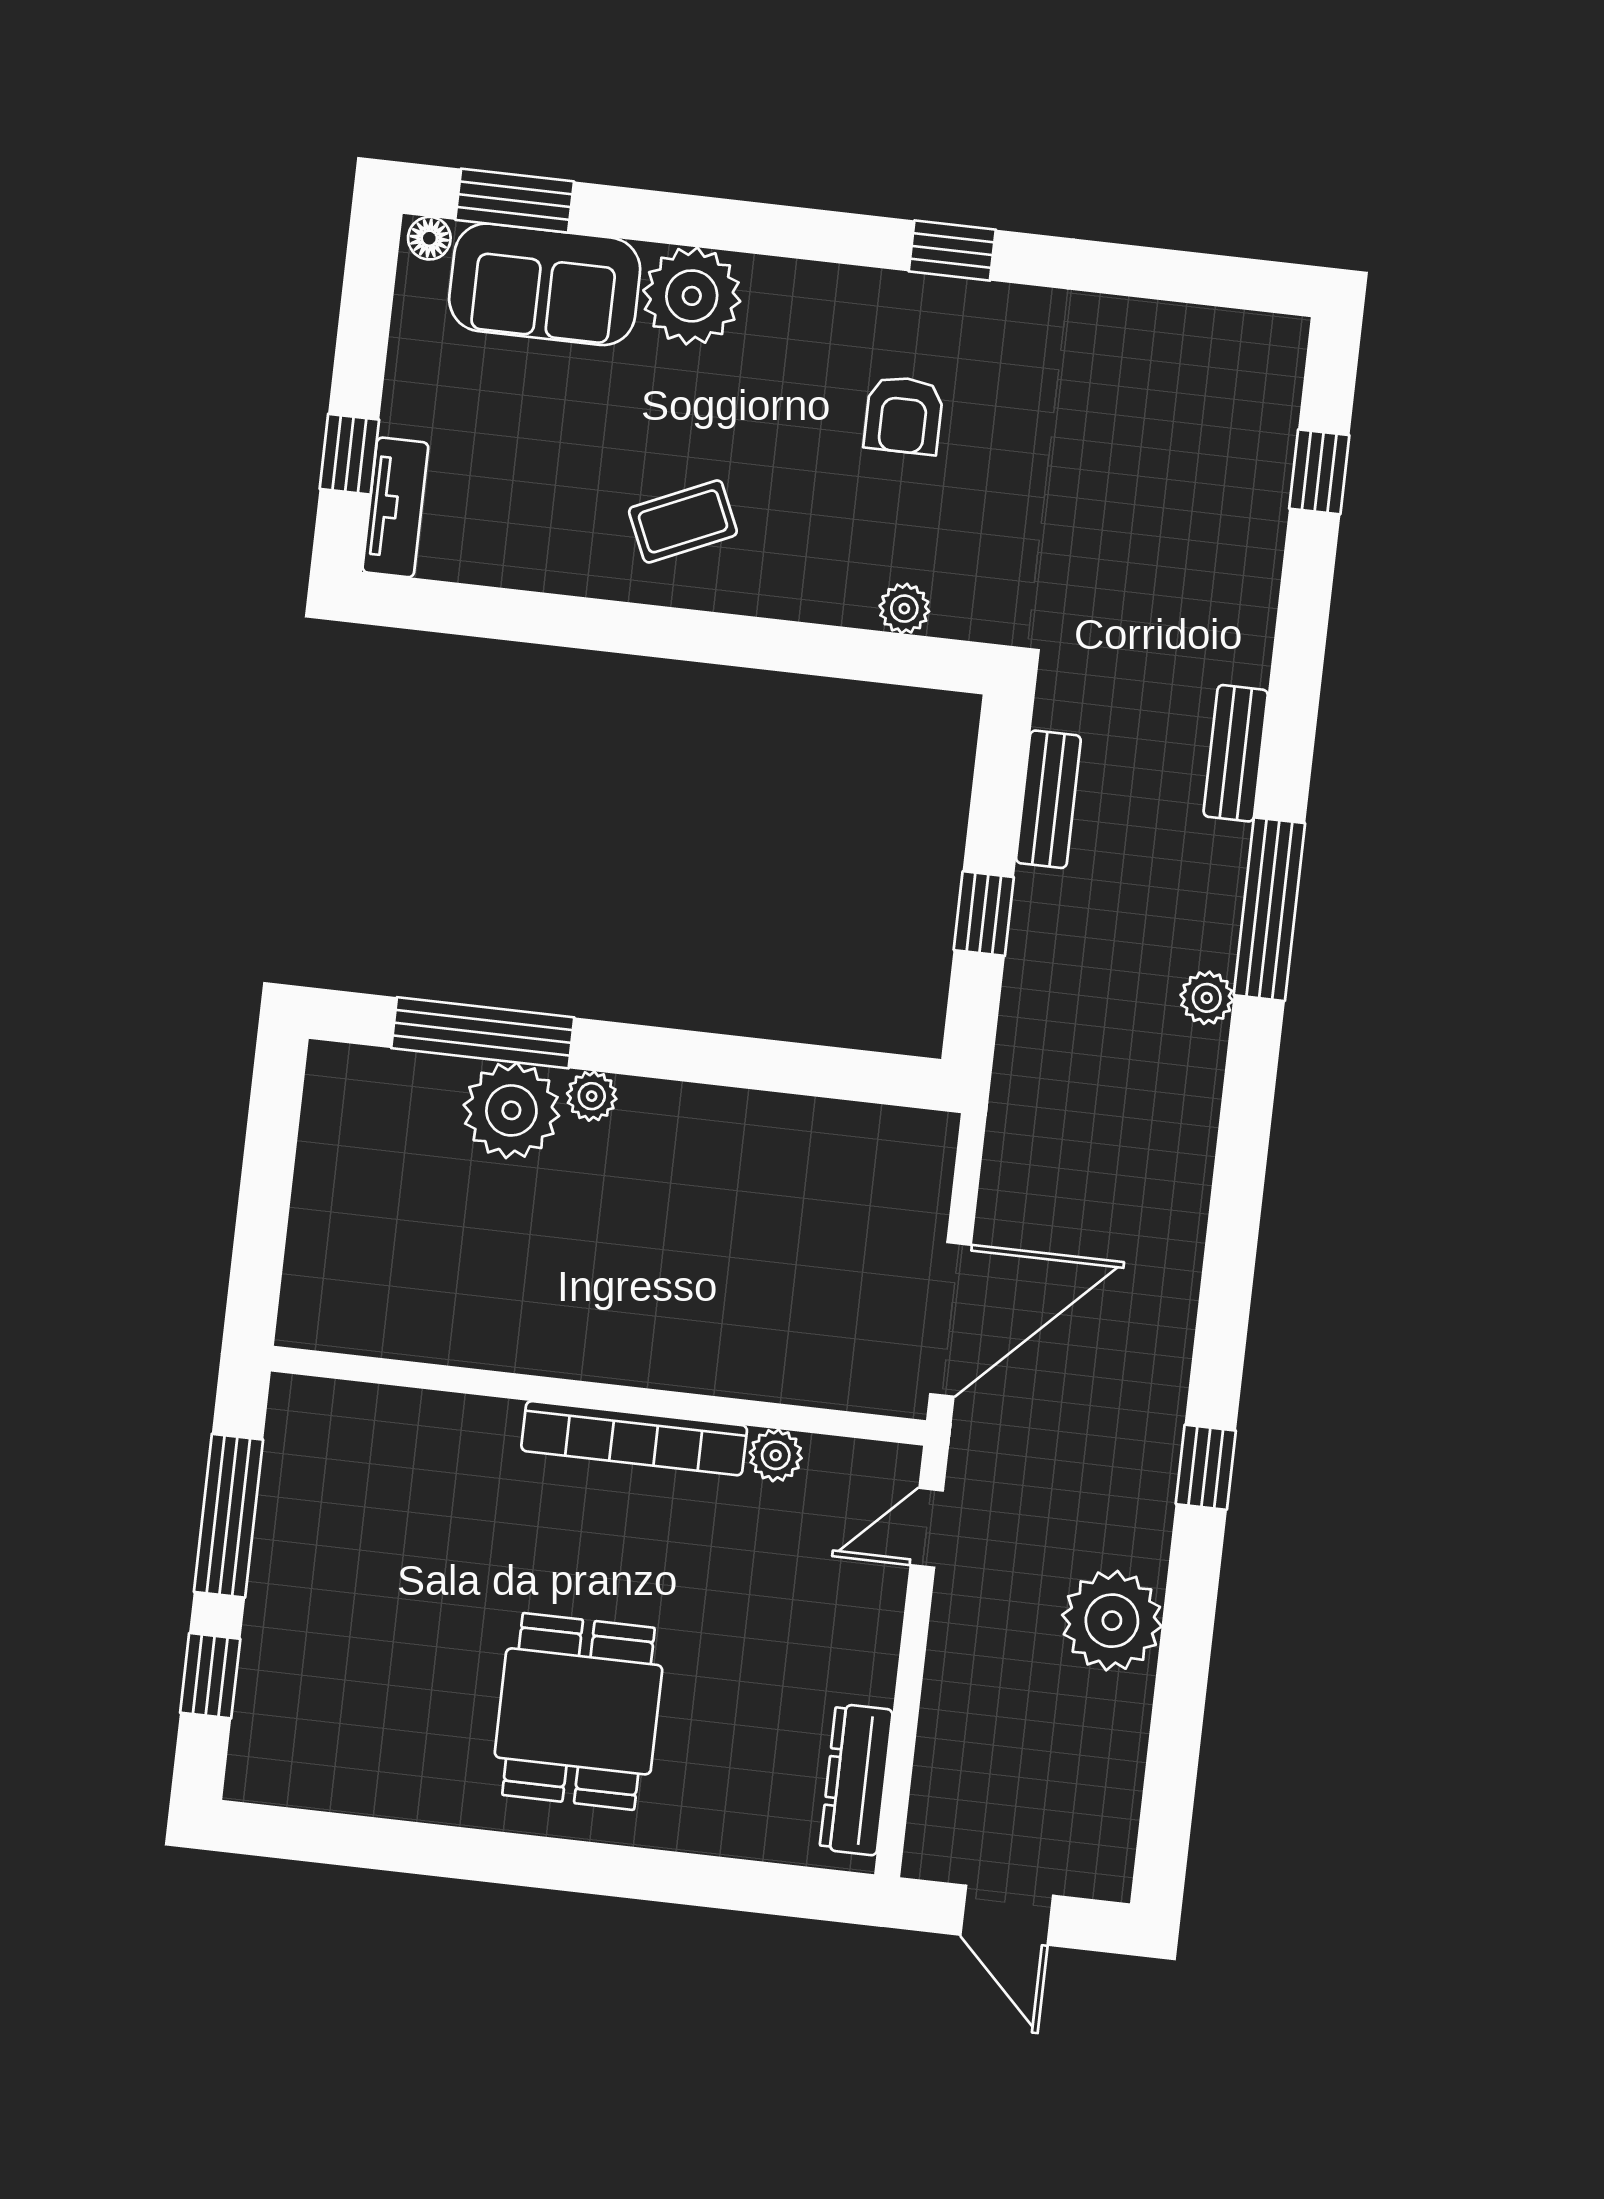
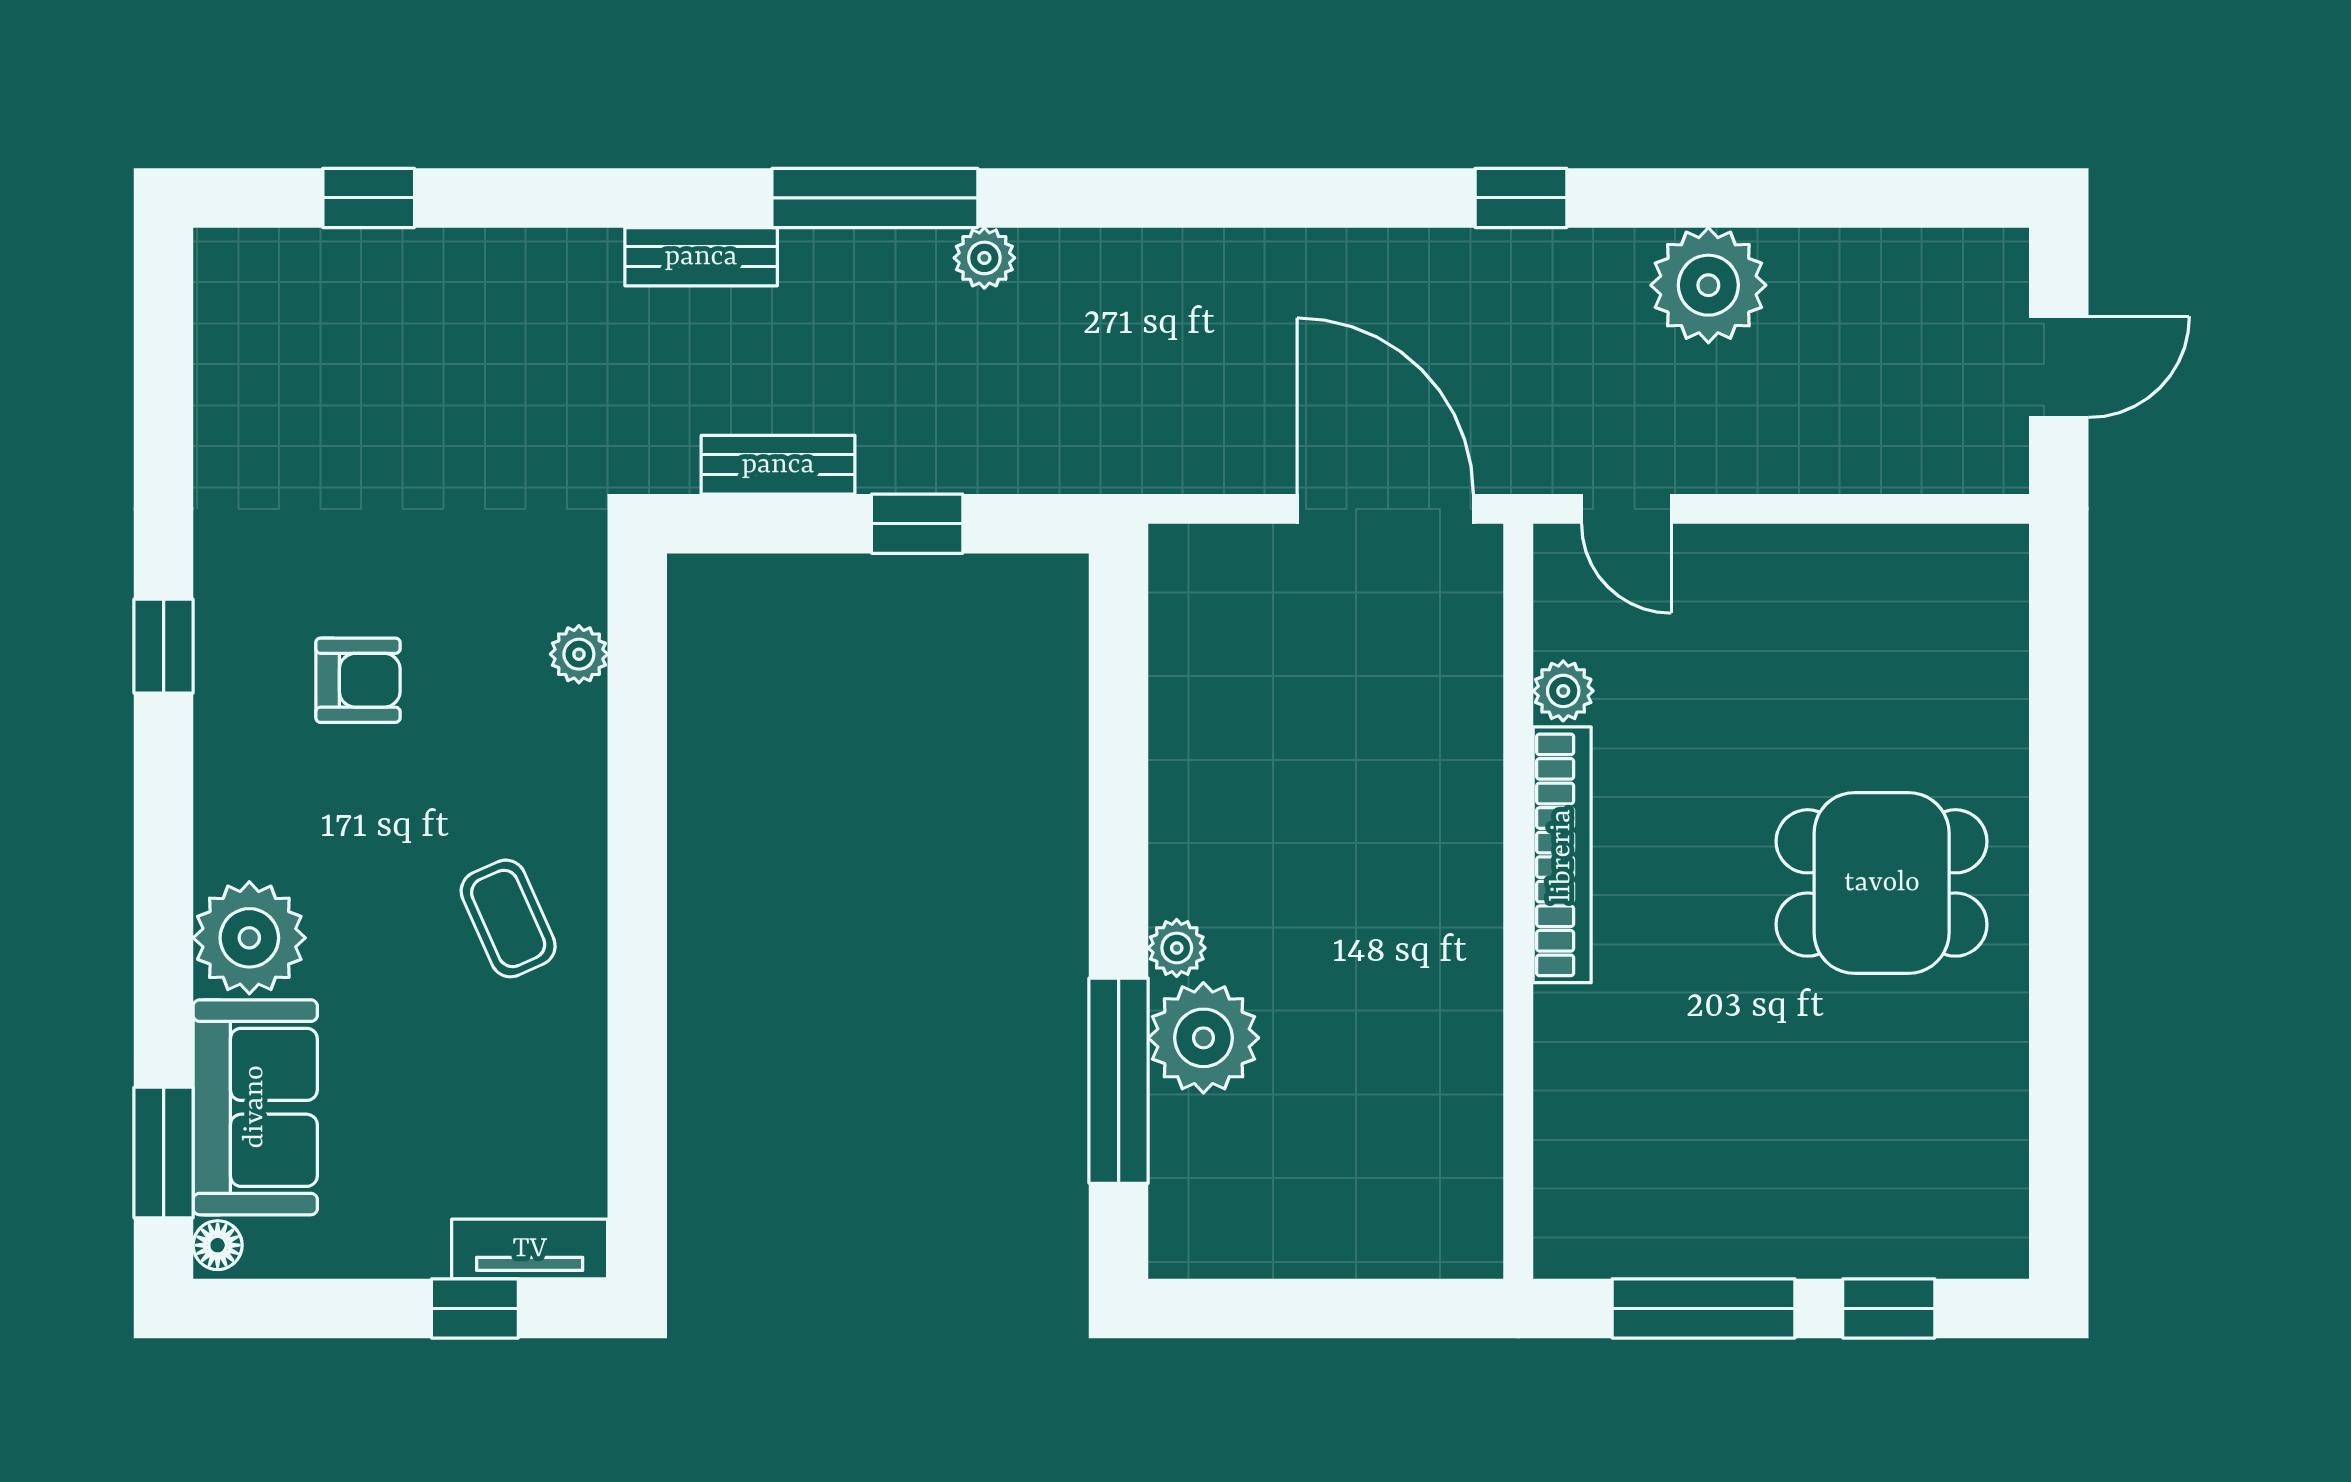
dresser: (856, 1780) -> (1923, 557), removed

